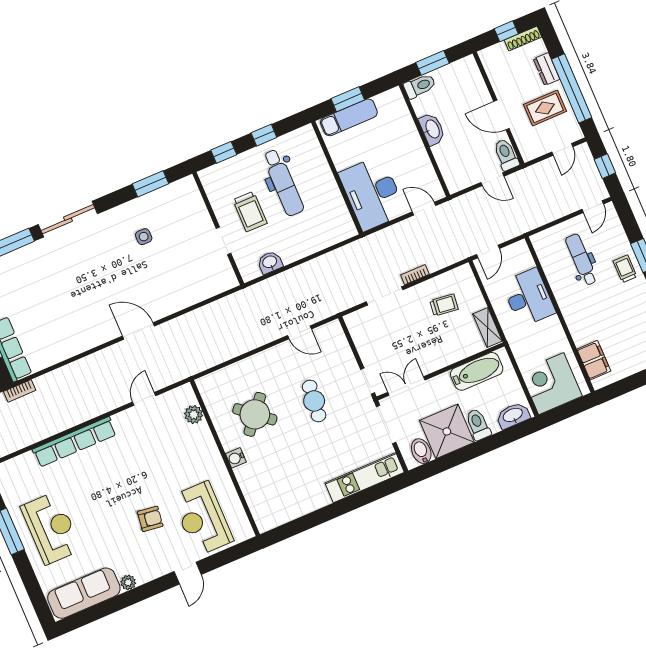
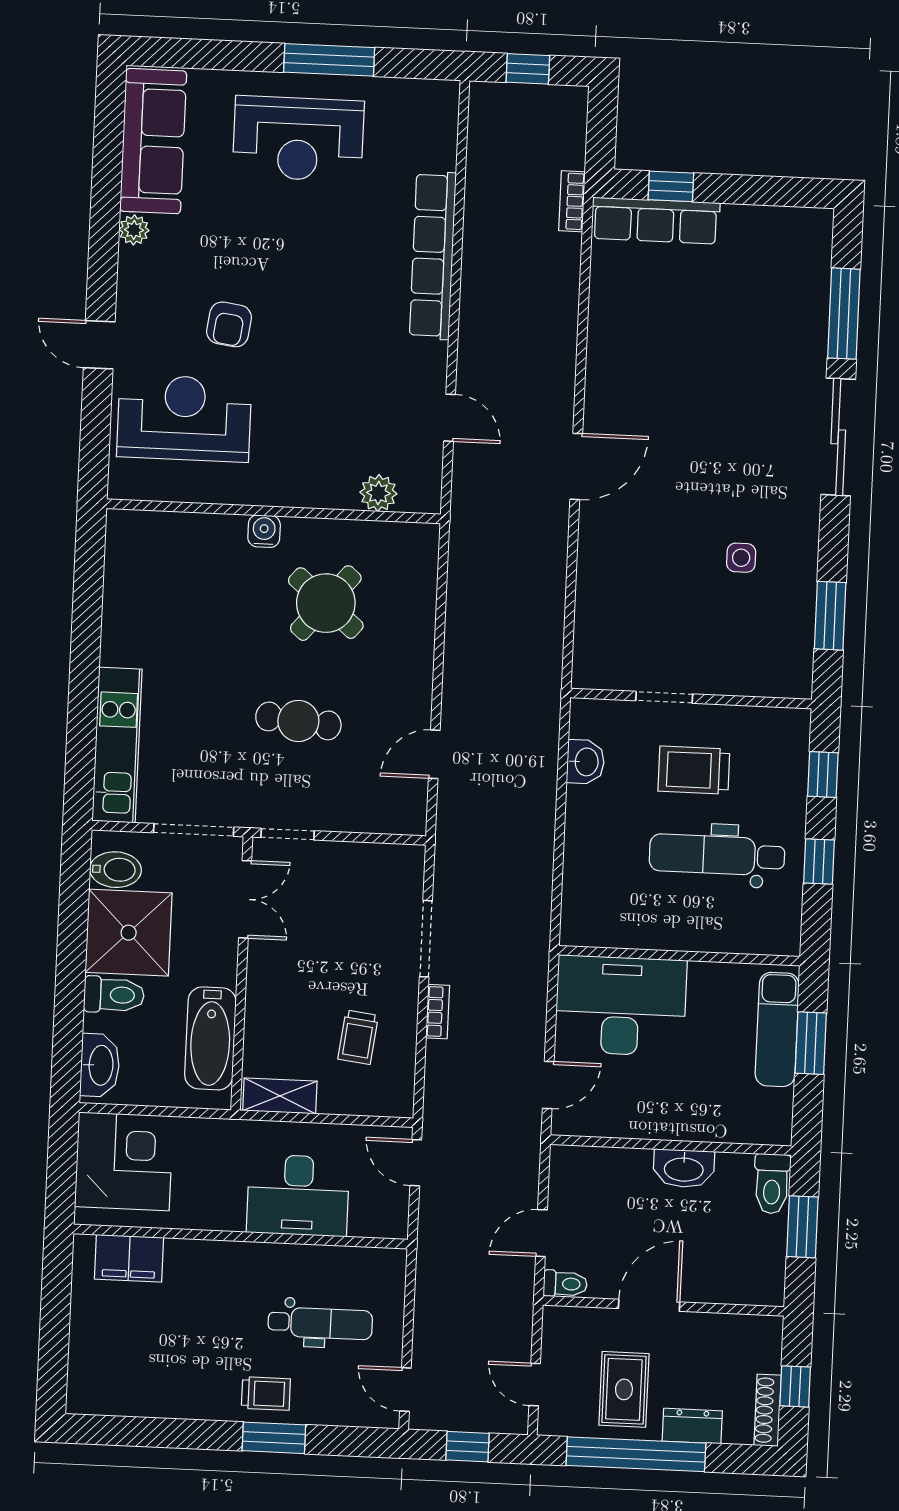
toilet: (506, 155) -> (565, 1284), width x0.73, depth x0.72

